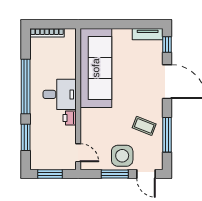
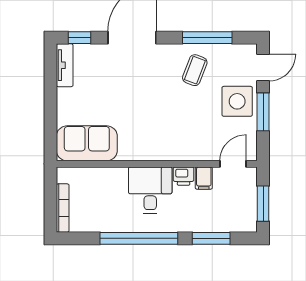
sofa: (96, 68) -> (87, 143), width x0.54, depth x0.79
filing cabinet: (68, 132) -> (204, 178), added

